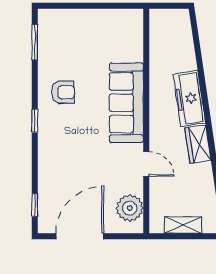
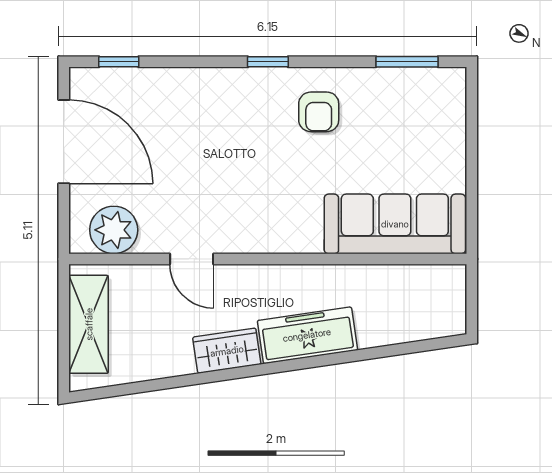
sofa: (126, 103) -> (395, 224), moved
door: (146, 164) -> (192, 259), hinge flipped
shelving: (183, 225) -> (89, 324), width x1.50, depth x1.33

